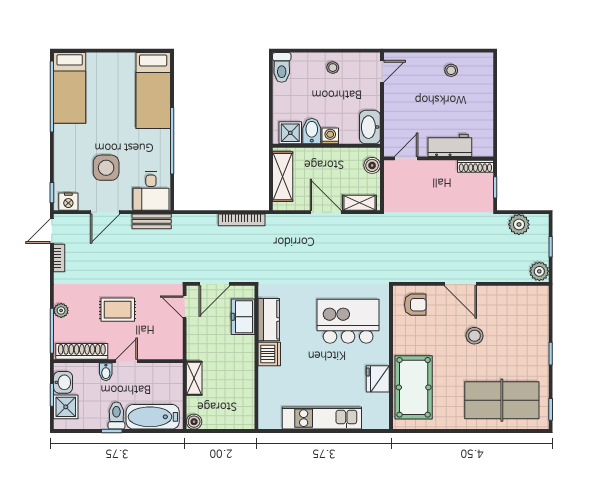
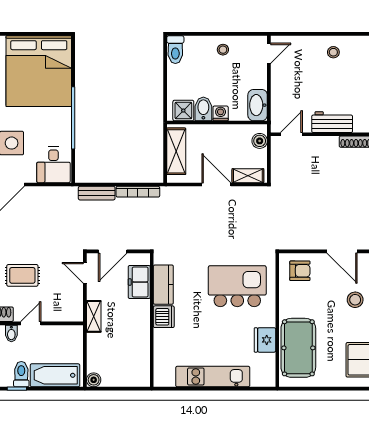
bed: (153, 91) -> (39, 71), width x2.04
bench: (152, 221) -> (97, 193), moved
shelving: (194, 378) -> (94, 316), moved

